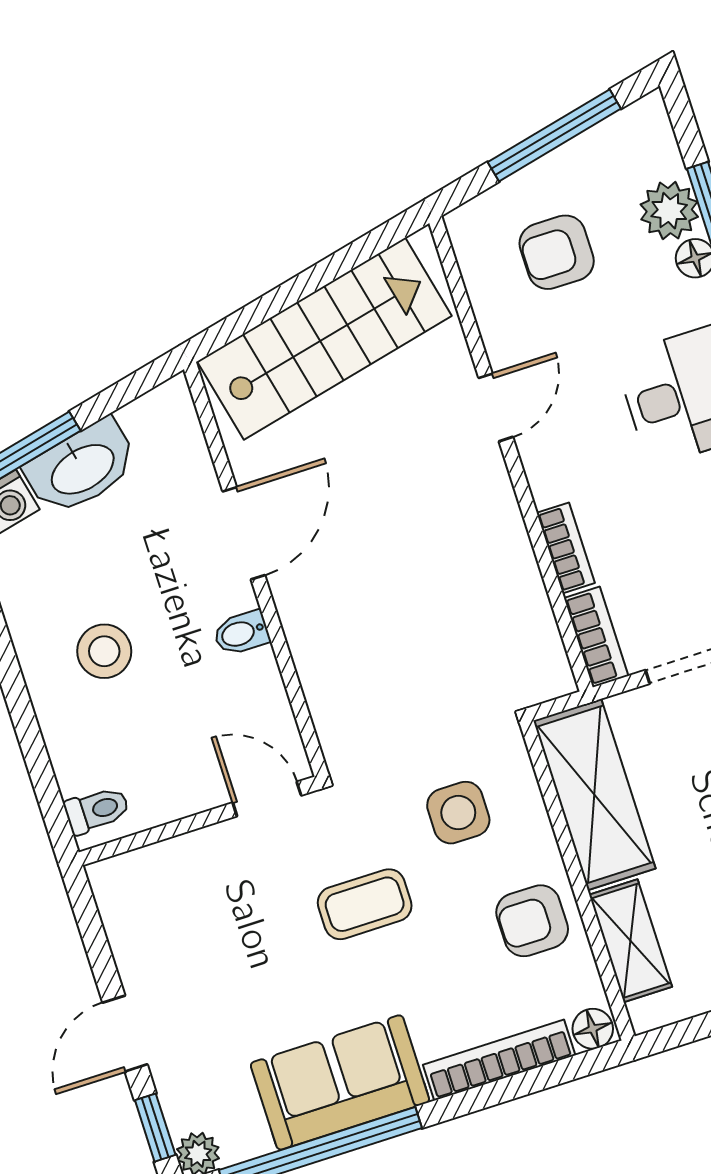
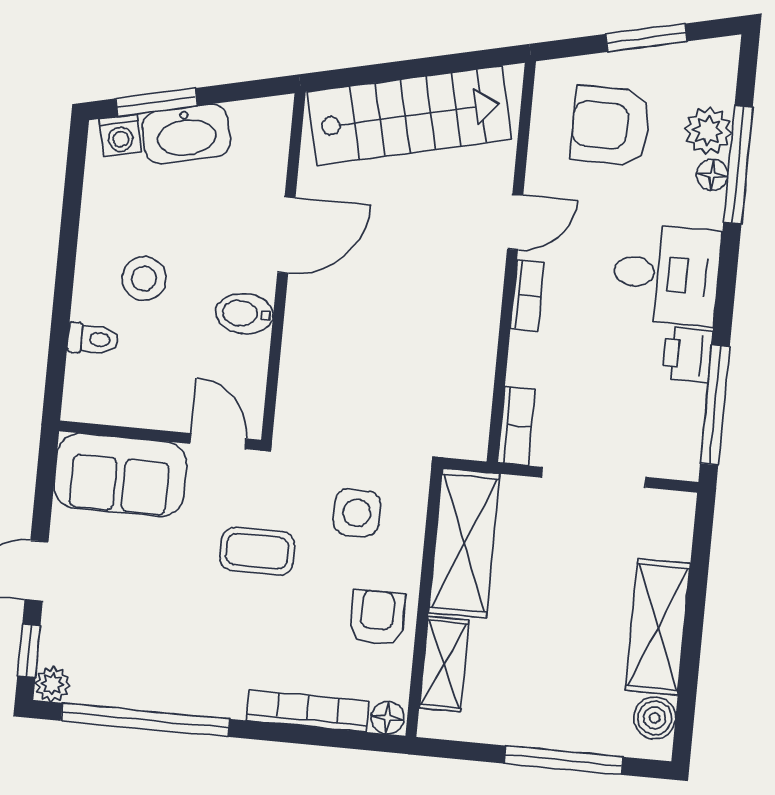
window: (554, 135) -> (646, 38), width x0.69
armchair: (557, 252) -> (611, 126), width x1.38, depth x1.38
bookcase: (566, 548) -> (527, 295), moved
bidet: (241, 633) -> (244, 314), width x1.38, depth x1.36
toilet: (97, 810) -> (93, 339), moved
armchair: (532, 921) -> (377, 617), turned 90
sofa: (340, 1082) -> (120, 475), moved, turned 180

